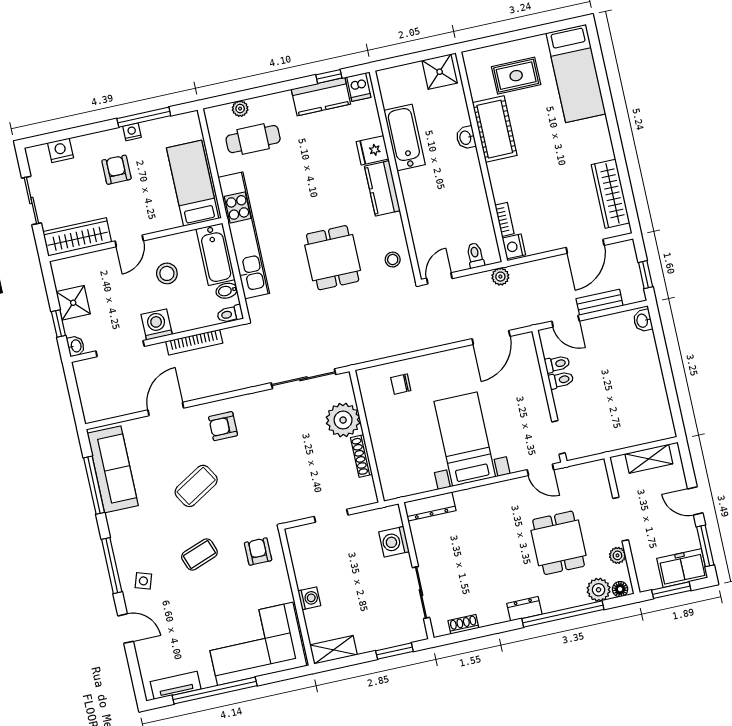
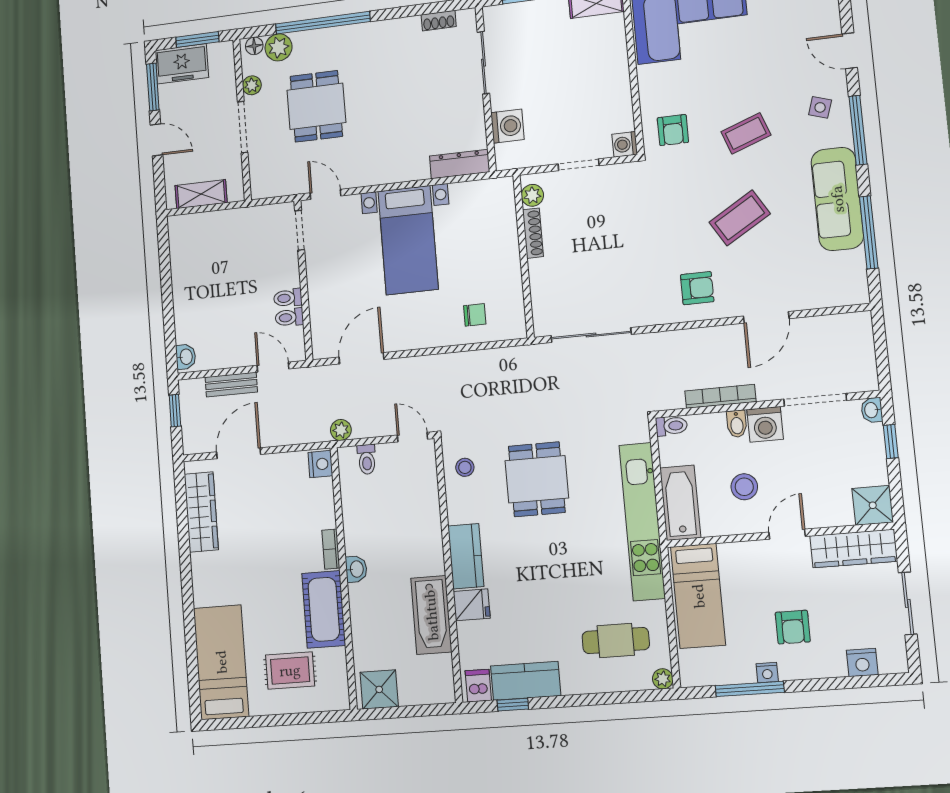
plant: (240, 109) -> (663, 679), moved
washbasin: (466, 138) -> (356, 569), moved
bookcase: (504, 219) -> (331, 549), moved
door: (439, 278) -> (413, 437), swing flipped
bidet: (227, 291) -> (737, 424), moved, turned 90
shower: (73, 303) -> (873, 505), moved
plant: (343, 420) -> (532, 195), moved, width x0.53, depth x0.53
sofa: (113, 469) -> (837, 199), moved
washing machine: (309, 598) -> (625, 144), moved
dresser: (524, 609) -> (366, 33), removed

